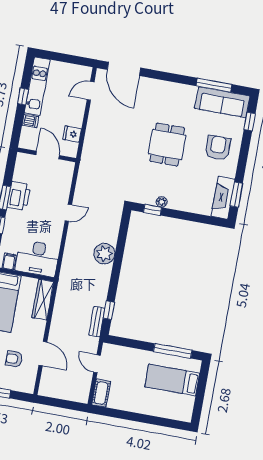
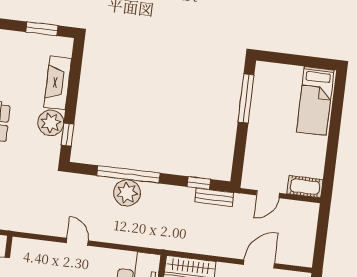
fireplace: (223, 198) -> (58, 83), moved, turned 90
plant: (162, 202) -> (51, 123), width x1.87, depth x1.87
window: (119, 256) -> (128, 174), added
bed: (172, 380) -> (315, 101), moved

